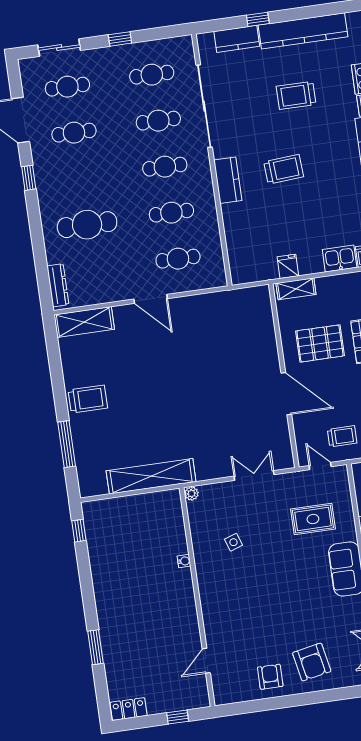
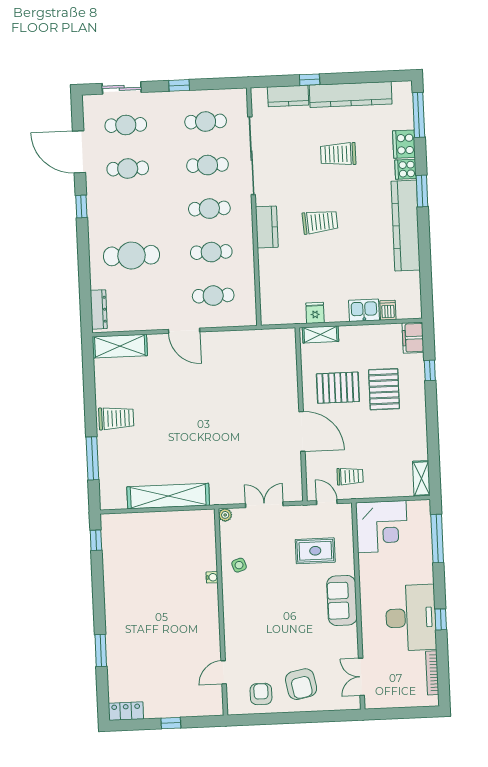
plant: (191, 493) -> (225, 515), moved
water cooler: (184, 561) -> (212, 577), moved
wall: (197, 597) -> (221, 612), moved
door: (206, 661) -> (224, 672), moved

